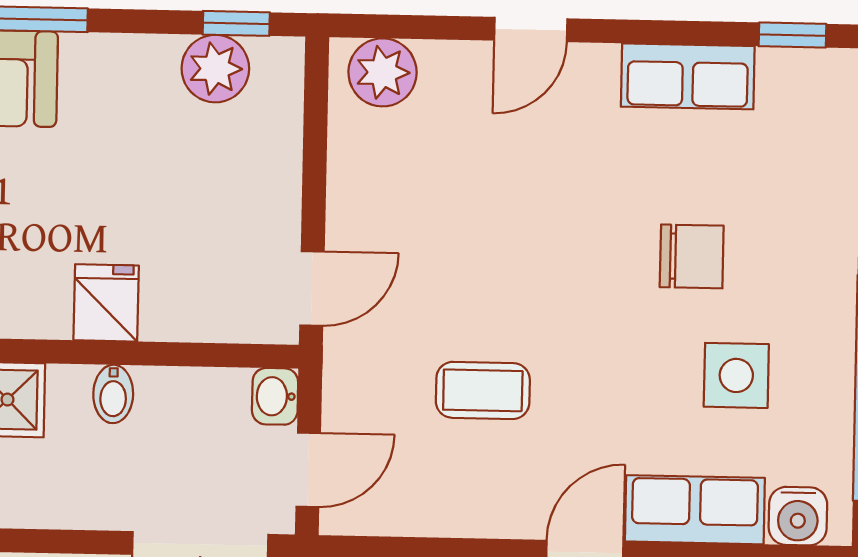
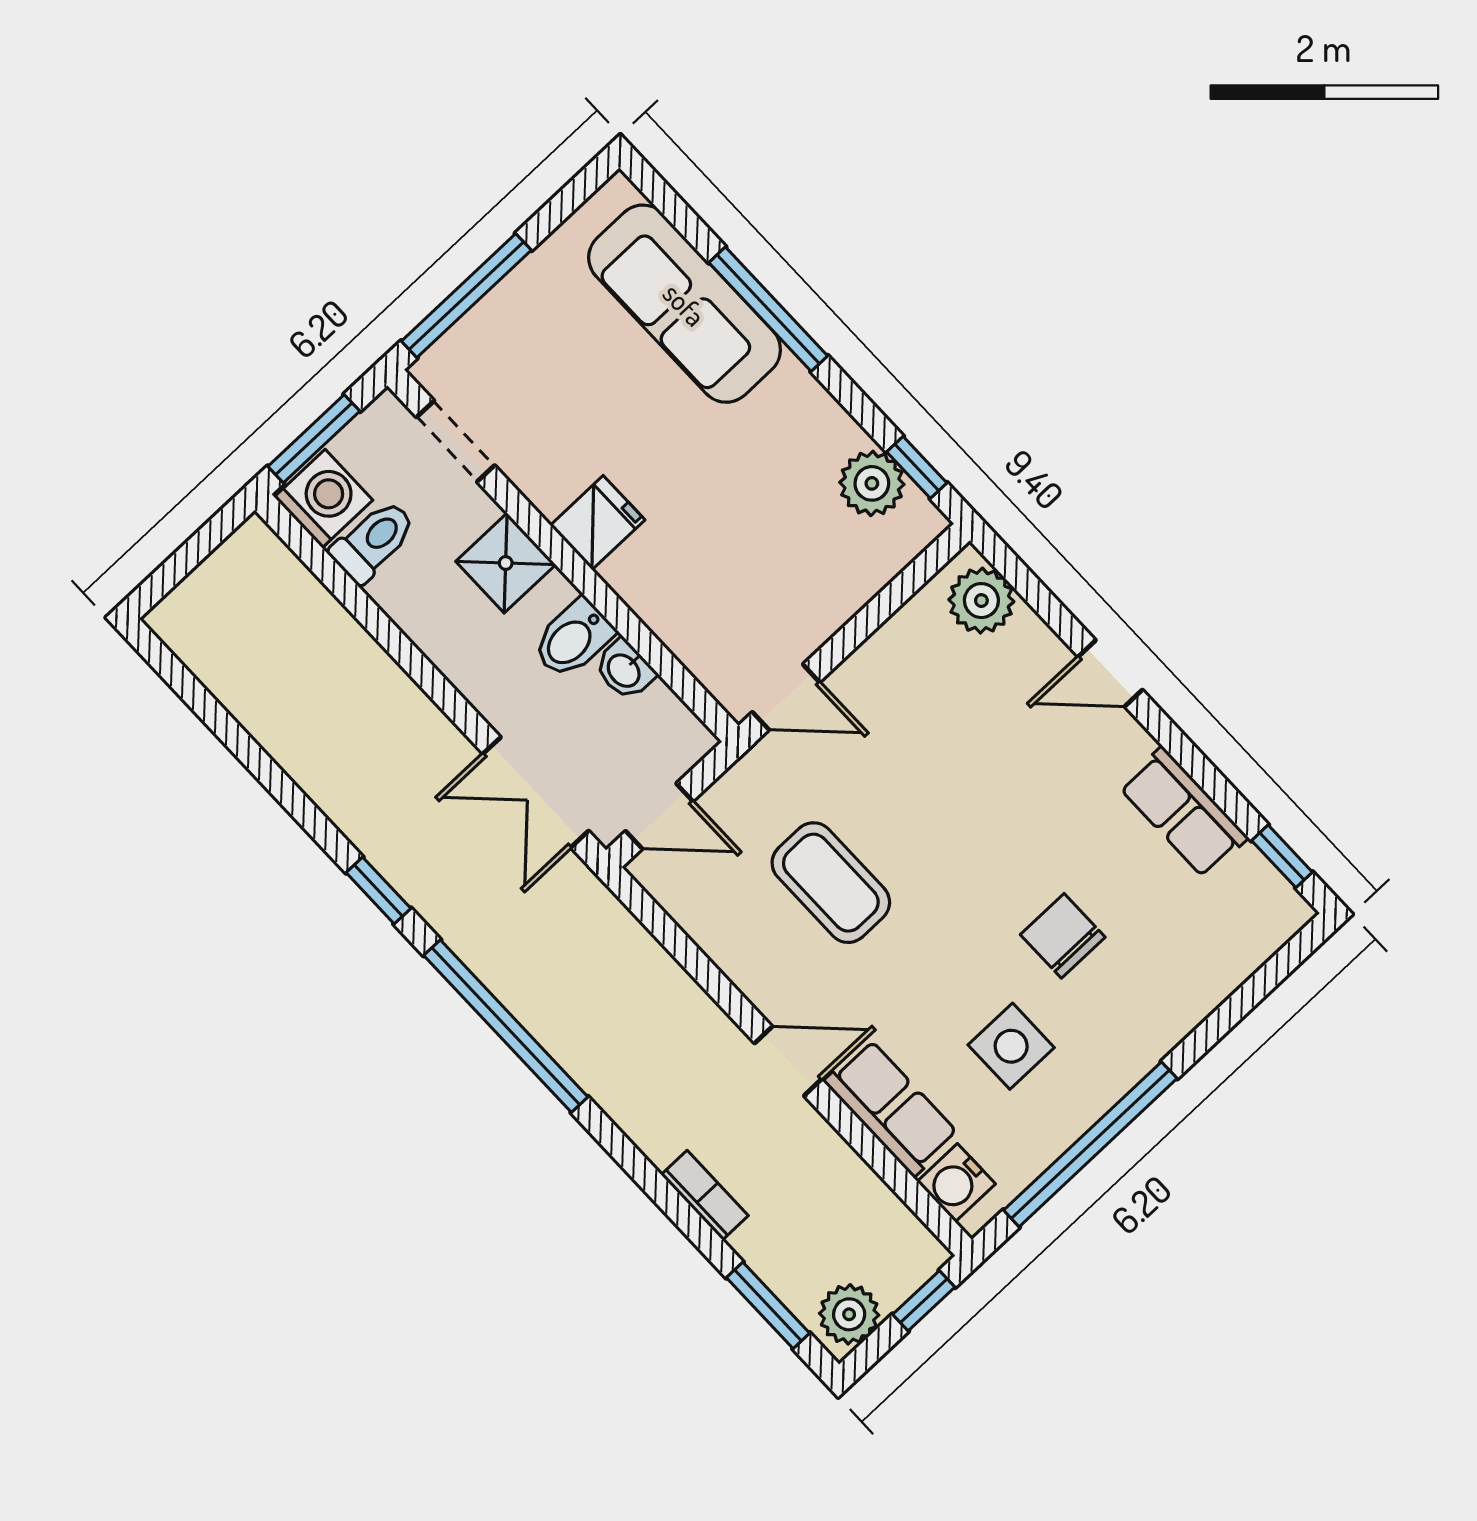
chair: (692, 256) -> (1063, 936), turned 180
fridge: (106, 303) -> (598, 523), moved
coffee table: (483, 390) -> (831, 883), width x1.36, depth x1.30
bidet: (113, 394) -> (573, 639), width x1.38, depth x1.36
washbasin: (275, 396) -> (625, 670), moved, turned -90

